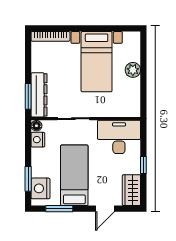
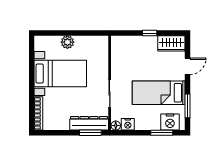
desk: (119, 137) -> (125, 54), removed
door: (105, 209) -> (187, 66), hinge flipped

